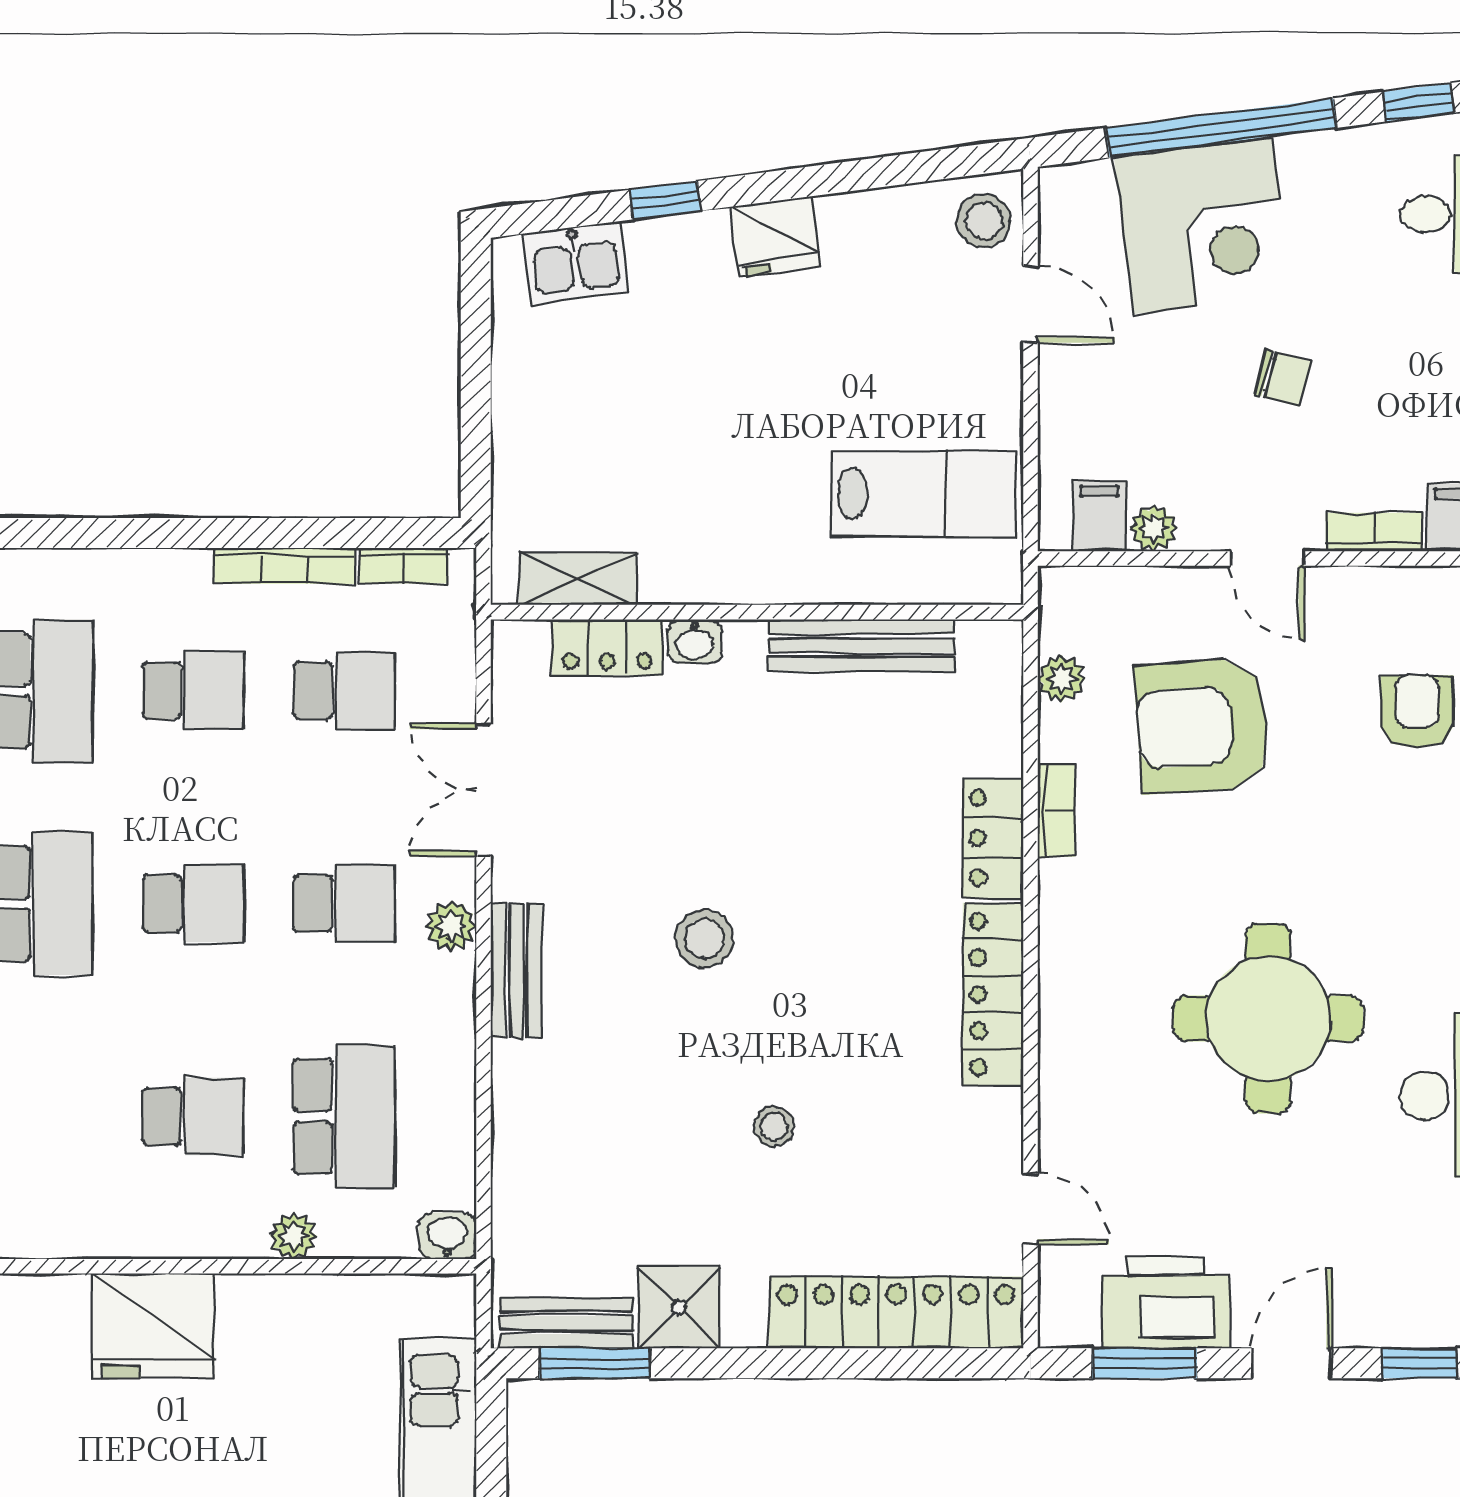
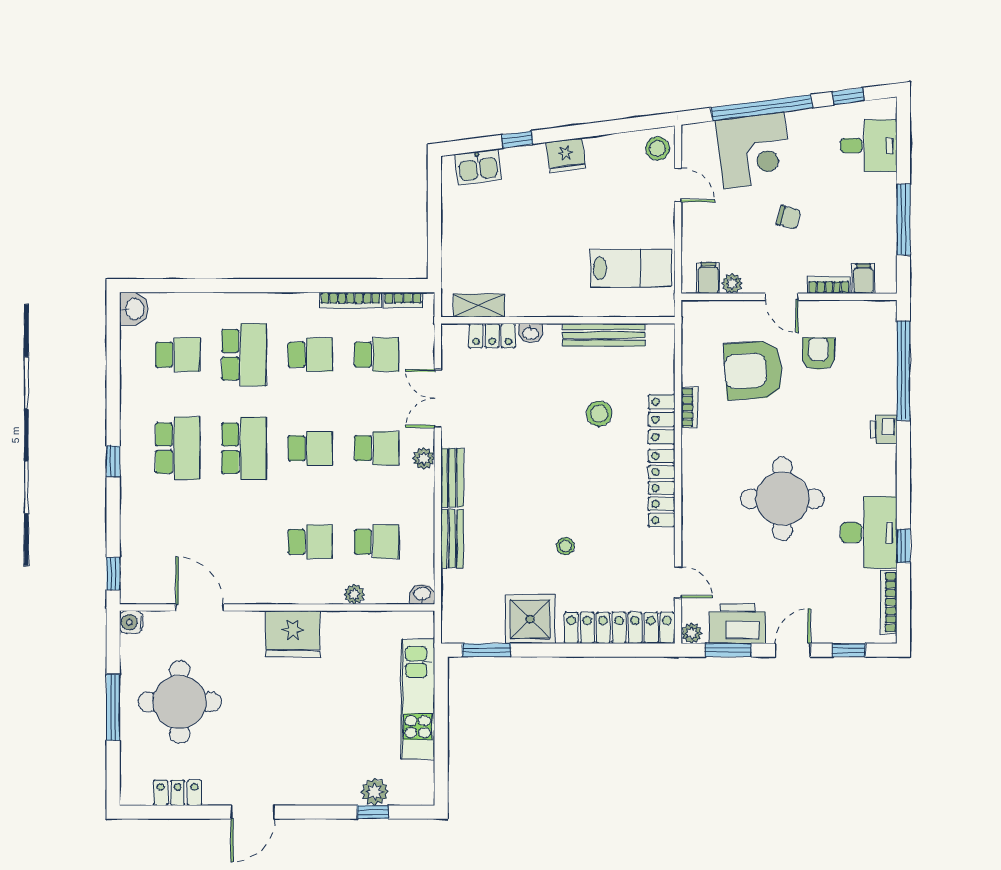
plant: (1061, 679) -> (692, 633), moved
armchair: (1417, 712) -> (819, 354), moved
stool: (704, 938) -> (599, 414), moved
school desk: (344, 1116) -> (377, 542), width x0.54
shower: (679, 1308) -> (530, 619), width x1.36, depth x1.36
bench: (567, 1323) -> (452, 539), moved, turned 90

